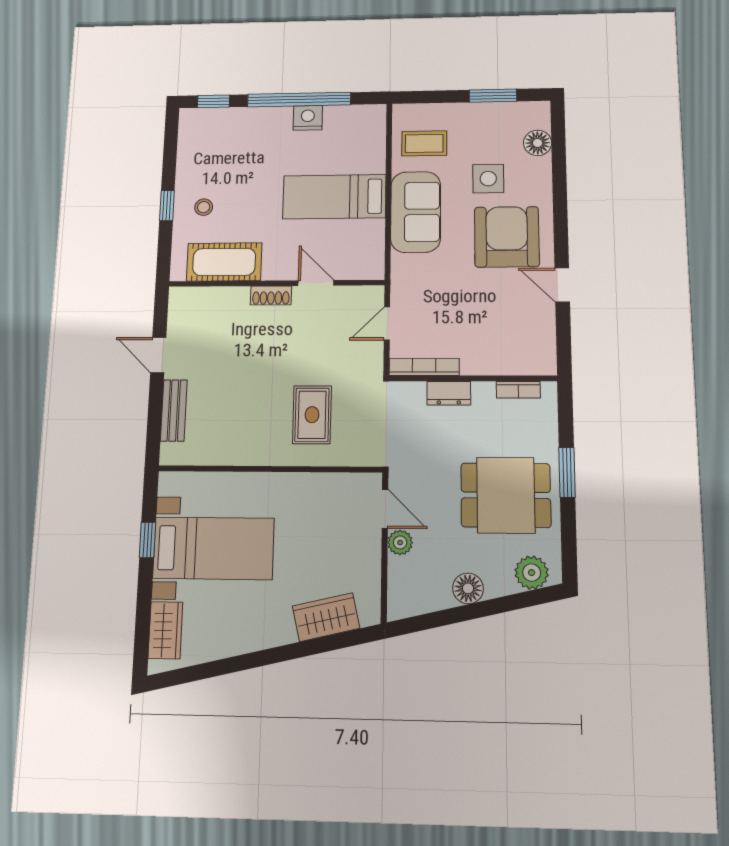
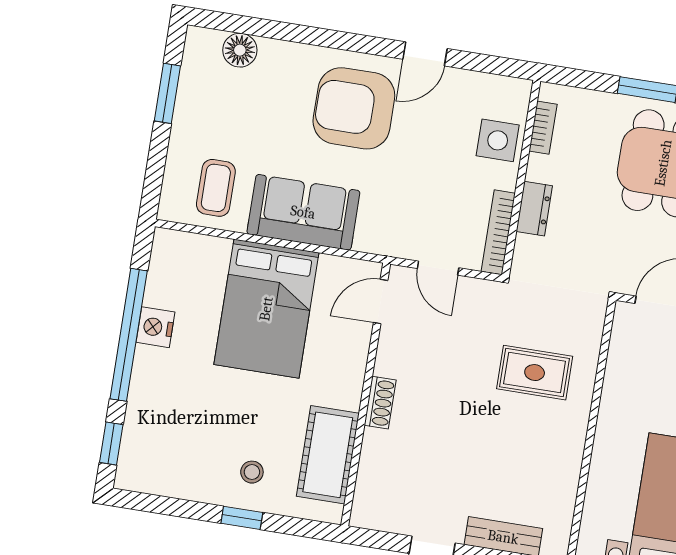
side table: (488, 179) -> (498, 140), moved
bed: (334, 197) -> (266, 309), width x1.50
door: (316, 283) -> (381, 302), moved

